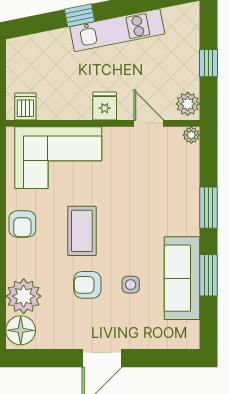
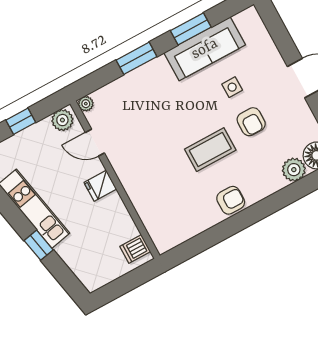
door: (149, 123) -> (95, 143), hinge flipped
corner sofa: (58, 158) -> (162, 200), removed
plant: (24, 296) -> (294, 170), width x0.73, depth x0.73

